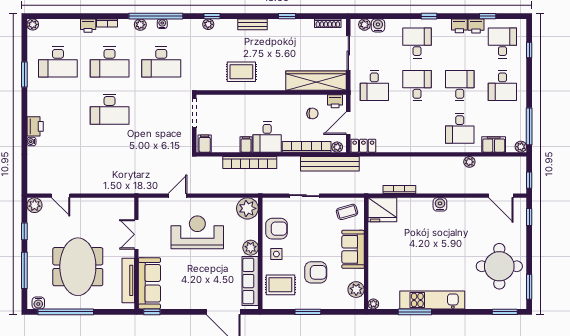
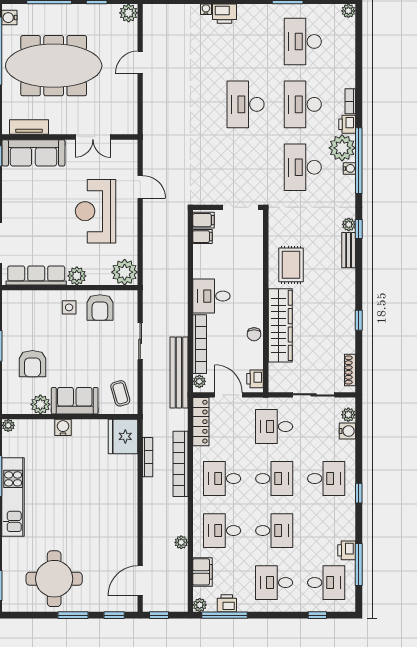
window: (488, 16) -> (359, 565), width x2.17
bench: (253, 24) -> (349, 250), moved
plant: (140, 25) -> (342, 148), width x1.87, depth x1.87
printer: (88, 26) -> (347, 124), moved
printer: (459, 26) -> (227, 603), moved, turned 90
wardrobe: (316, 81) -> (280, 325), moved
chair: (312, 113) -> (254, 334), moved
desk: (417, 128) -> (222, 479), added
filing cabinet: (246, 144) -> (202, 237), moved
locker: (363, 146) -> (201, 422), width x1.53
bookcase: (250, 163) -> (180, 464), moved
door: (61, 196) -> (140, 62), moved
water cooler: (440, 204) -> (63, 427), moved, turned -90
reception desk: (197, 232) -> (95, 211), turned 180
double door: (136, 234) -> (93, 137), swing flipped
meeting table: (78, 267) -> (54, 66), width x1.36
armchair: (316, 272) -> (32, 364), moved
tv unit: (128, 280) -> (29, 127), width x0.71
rug: (280, 285) -> (32, 312), removed
window: (529, 287) -> (73, 615), moved
plant: (356, 290) -> (40, 404), moved

